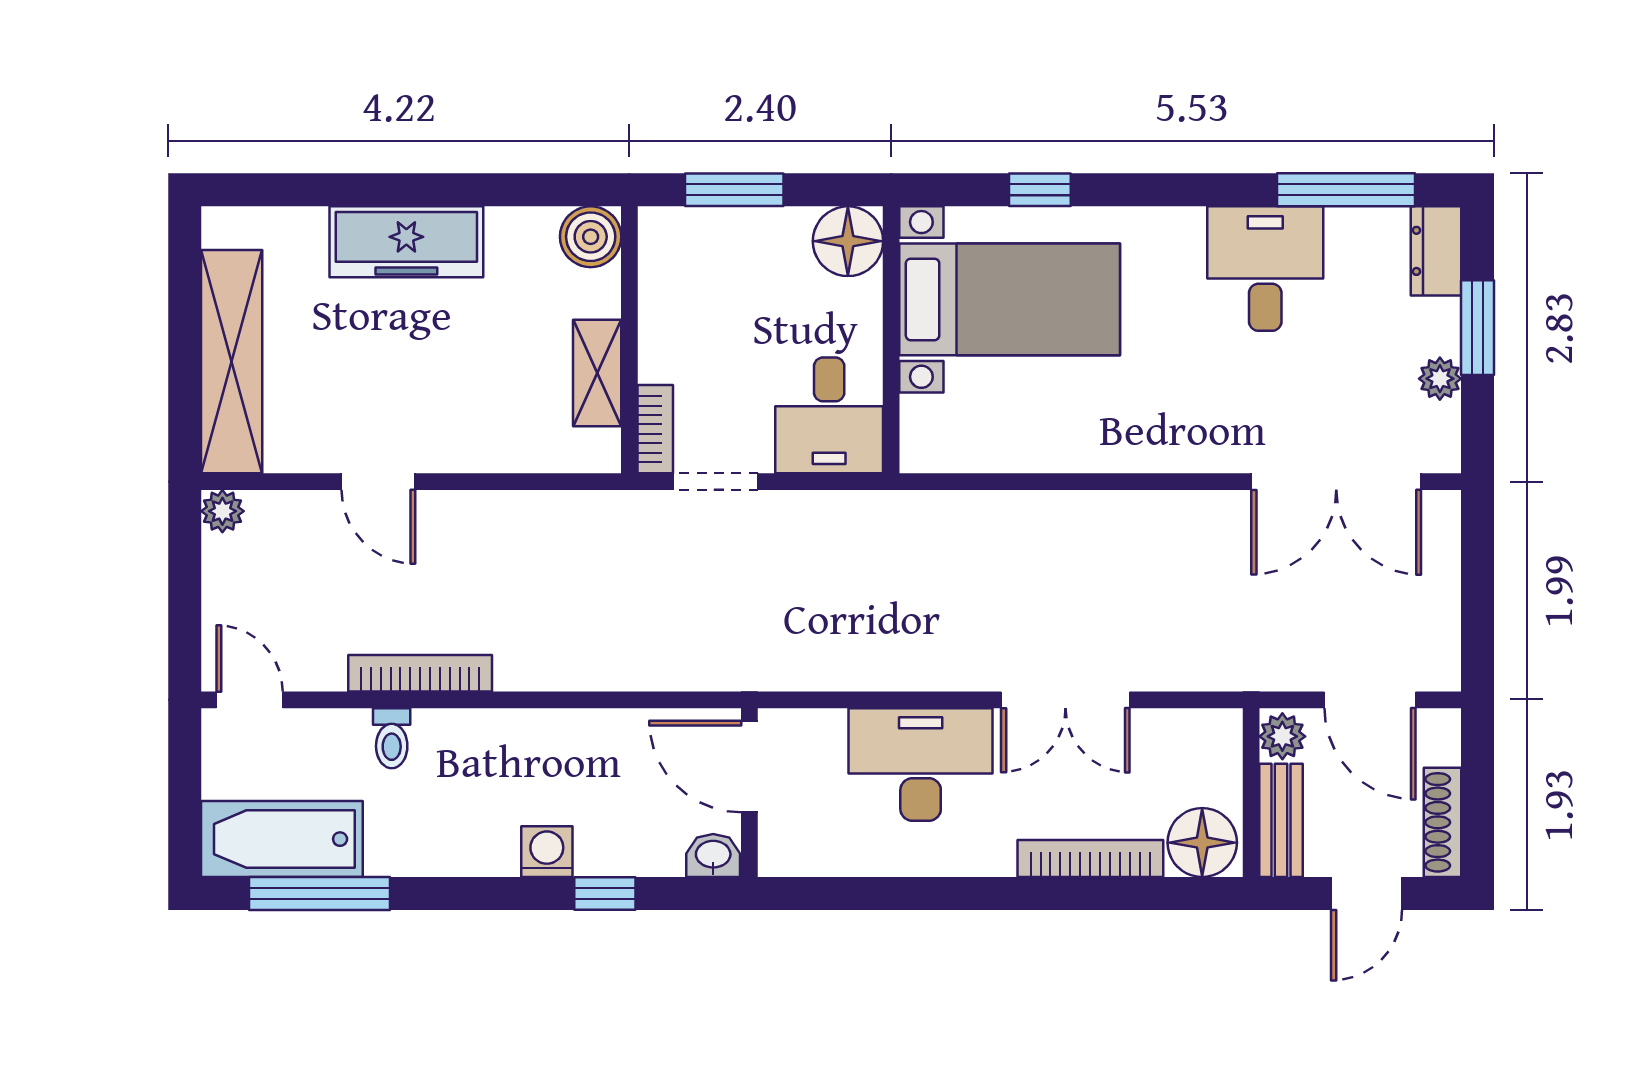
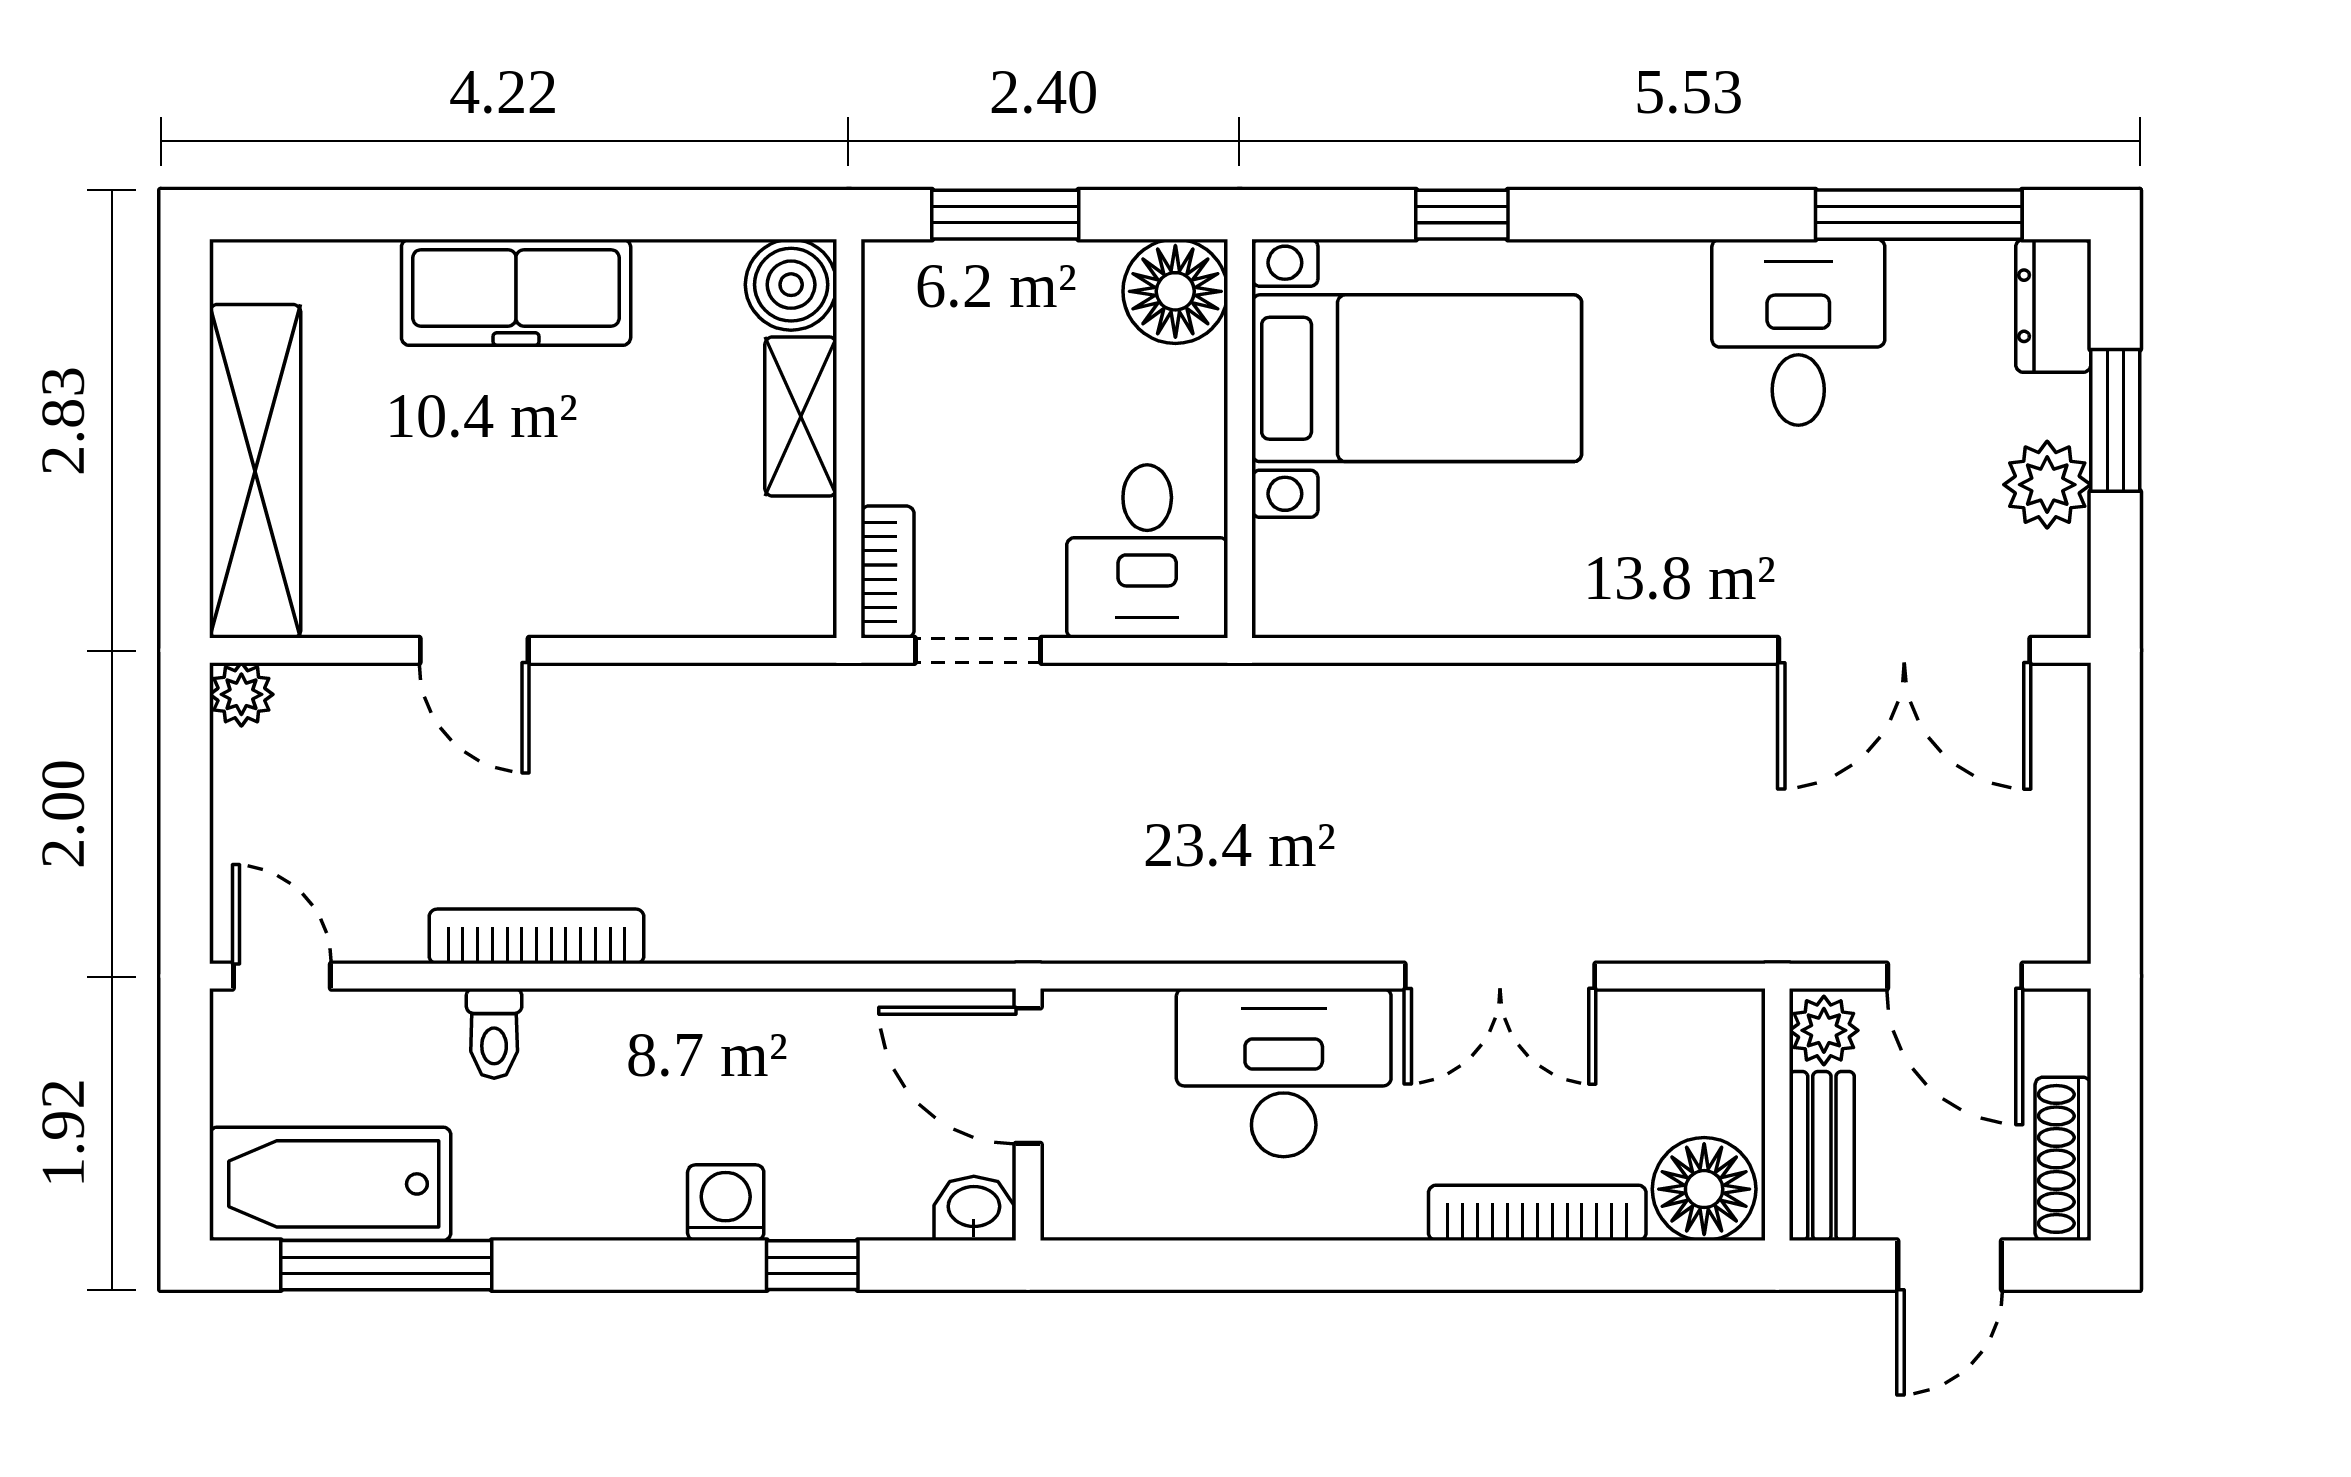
shelving: (597, 373) -> (801, 417), moved
plant: (1440, 379) -> (2047, 485), width x1.38, depth x1.38

